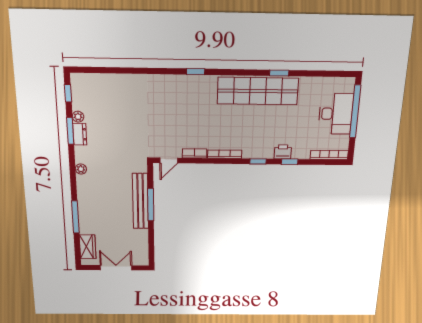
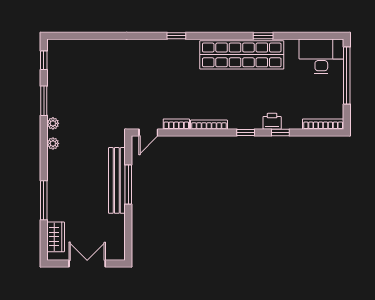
desk: (336, 114) -> (321, 56), moved, turned -90
plant: (78, 117) -> (53, 123), moved
dresser: (80, 134) -> (54, 104), removed

